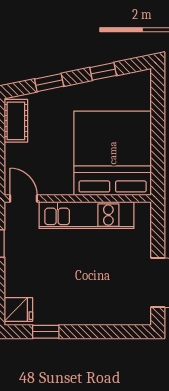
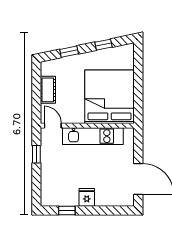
cot: (16, 121) -> (48, 90), moved
fridge: (18, 309) -> (87, 197), moved, turned -90

